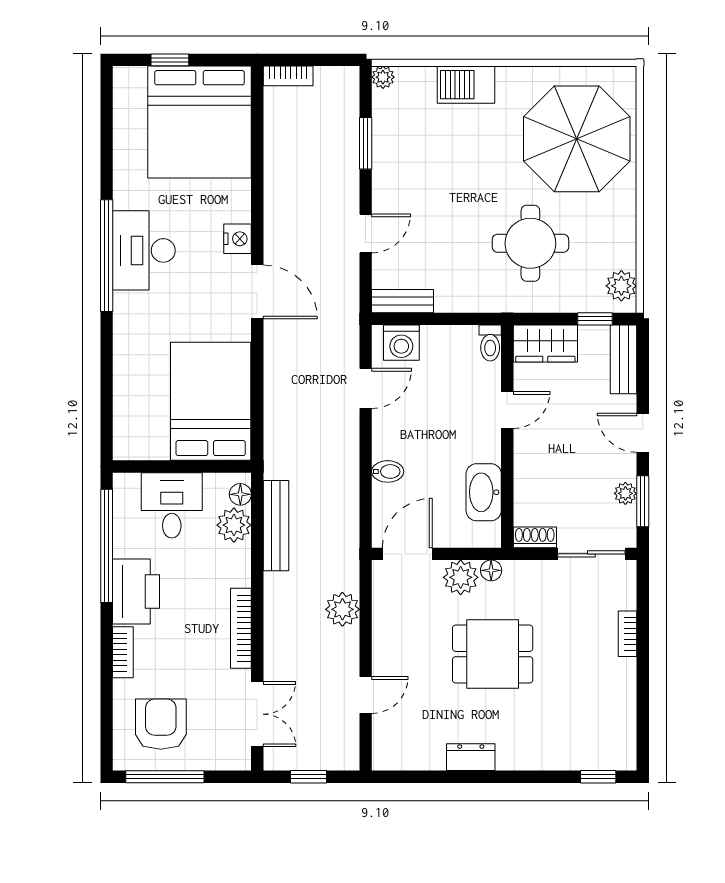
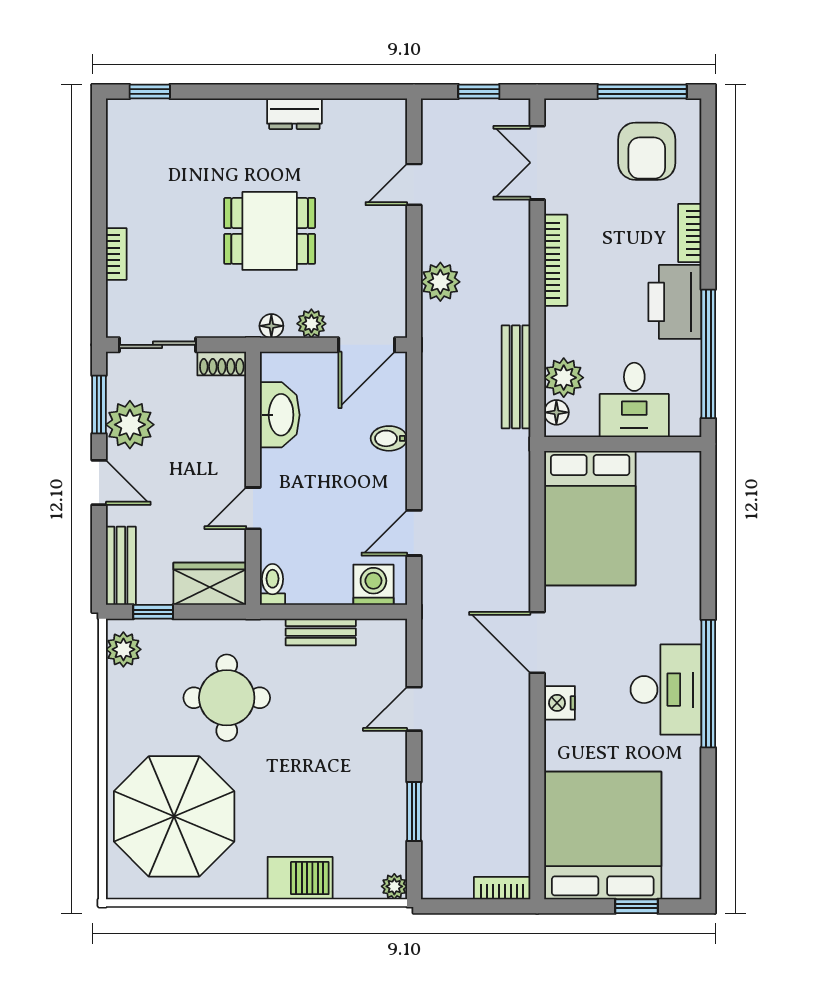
bench: (403, 301) -> (321, 632), moved
plant: (625, 493) -> (130, 425), width x1.88, depth x1.88
plant: (461, 577) -> (311, 324), width x0.73, depth x0.73

